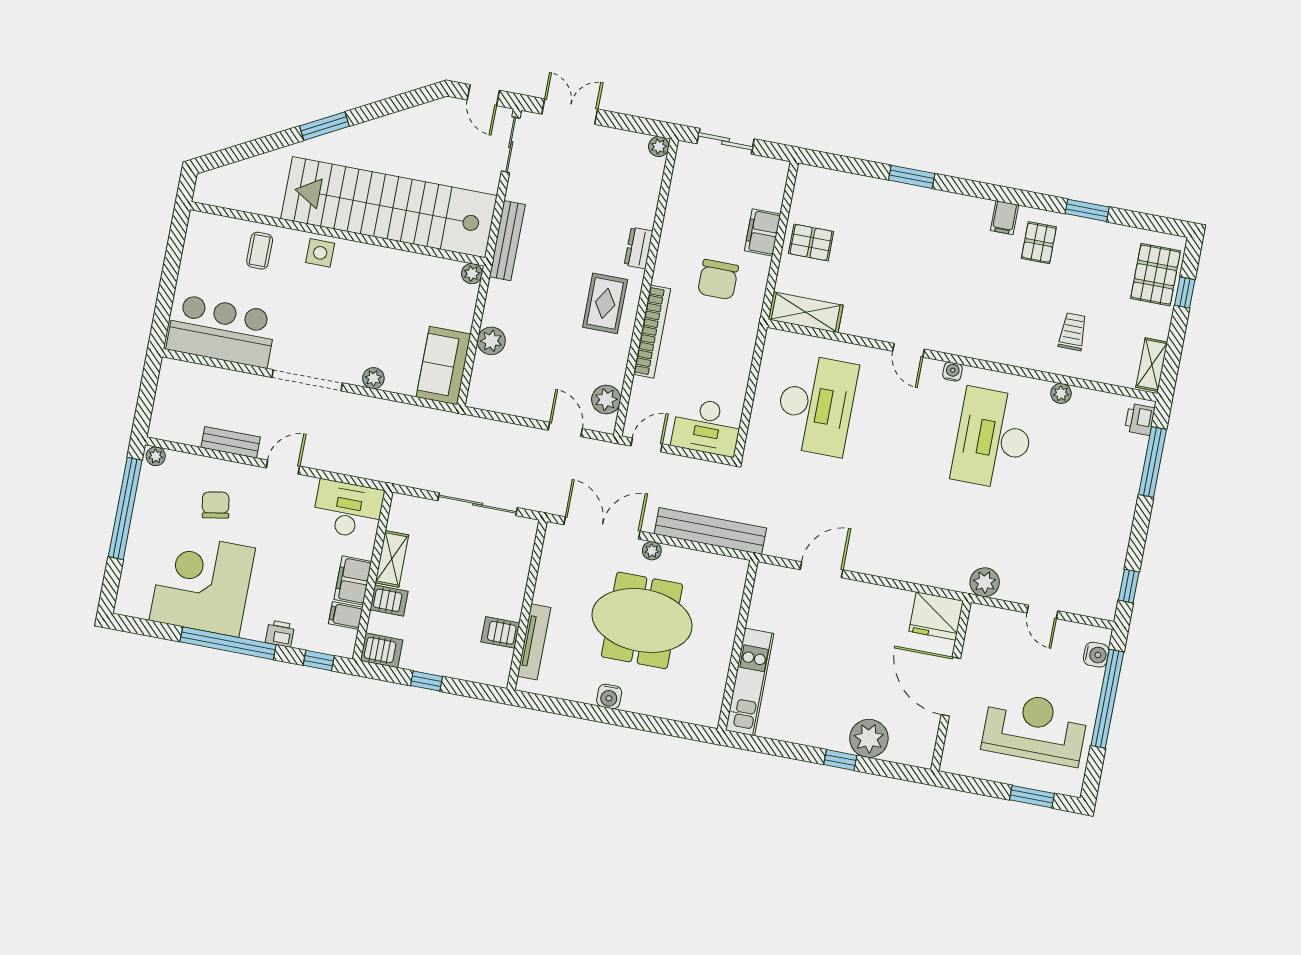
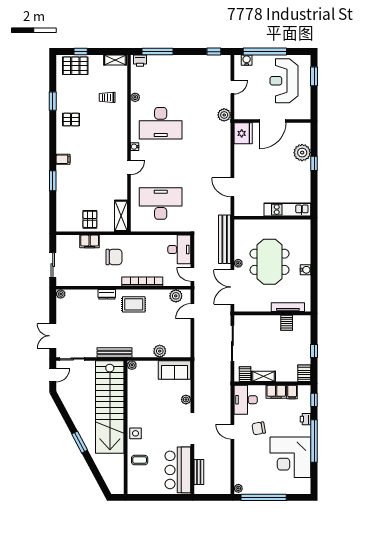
filing cabinet: (1004, 218) -> (63, 159), moved
bench: (231, 442) -> (199, 472), moved
chair: (216, 505) -> (259, 428), moved
server rack: (389, 601) -> (245, 374), moved

